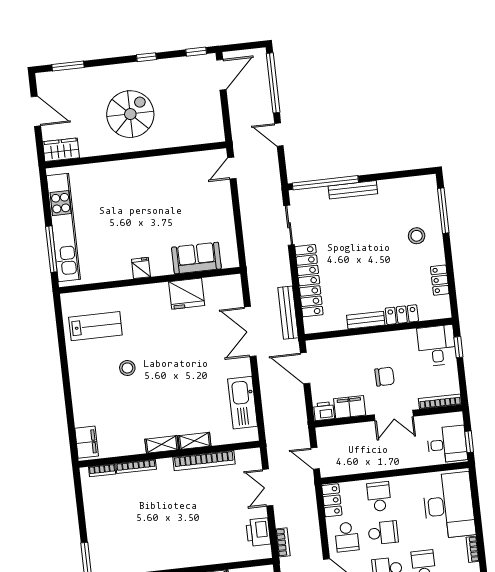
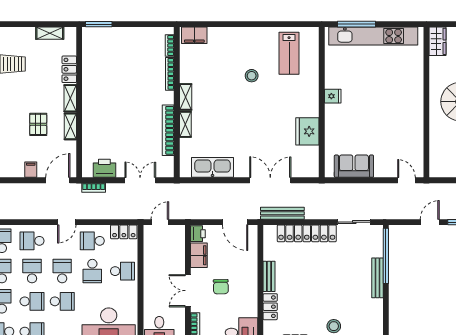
sofa: (196, 258) -> (354, 166), moved, turned -90
door: (305, 368) -> (235, 222), swing flipped

